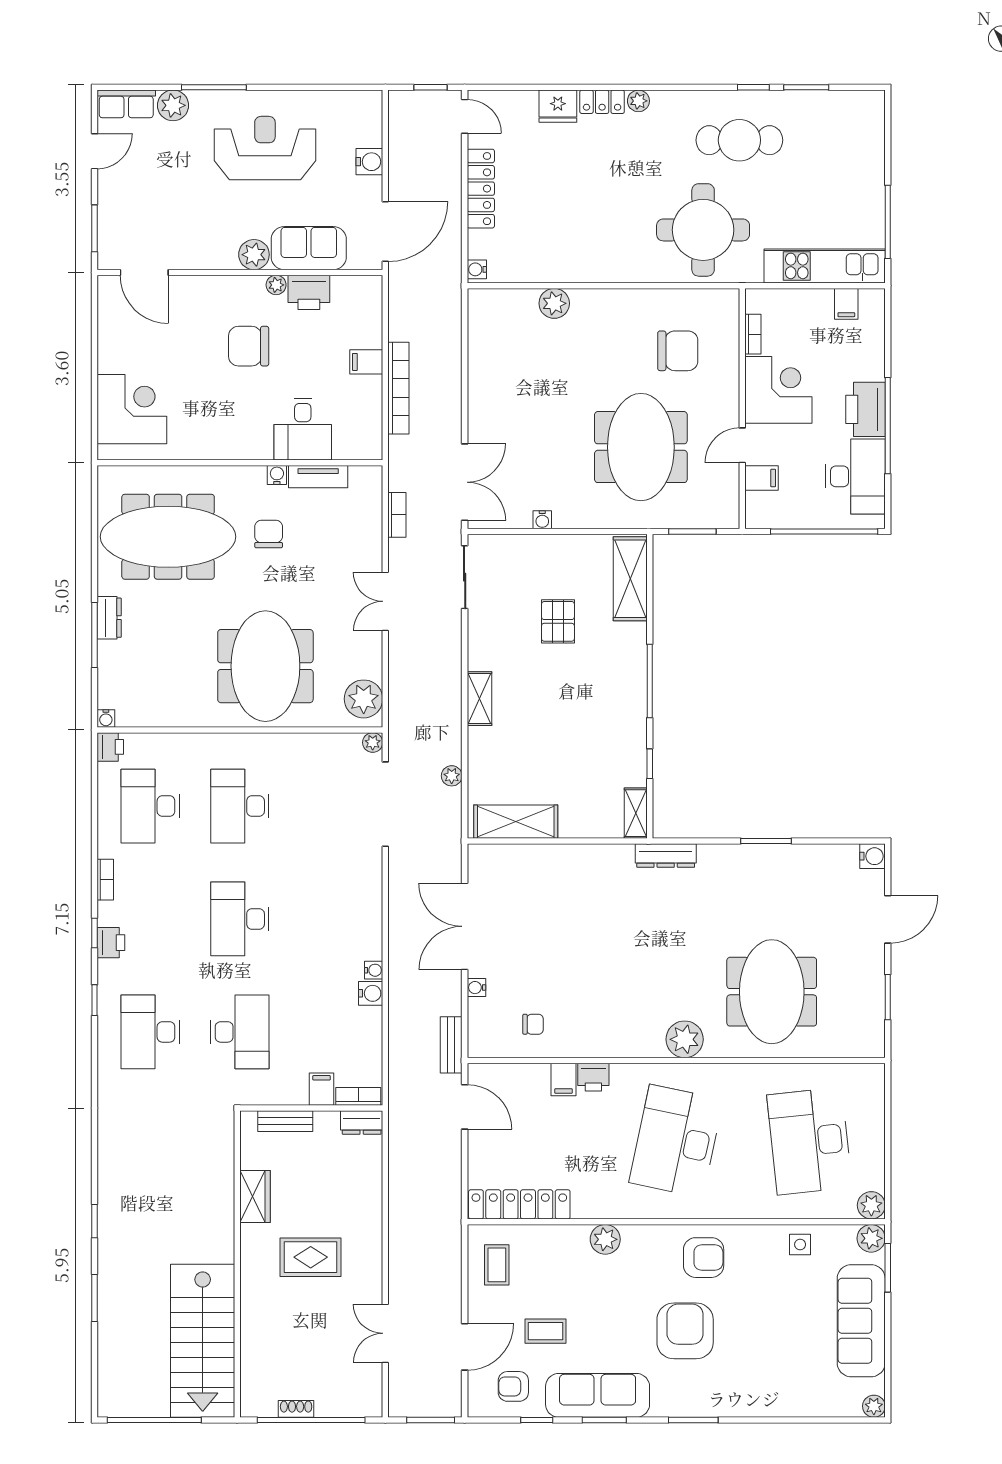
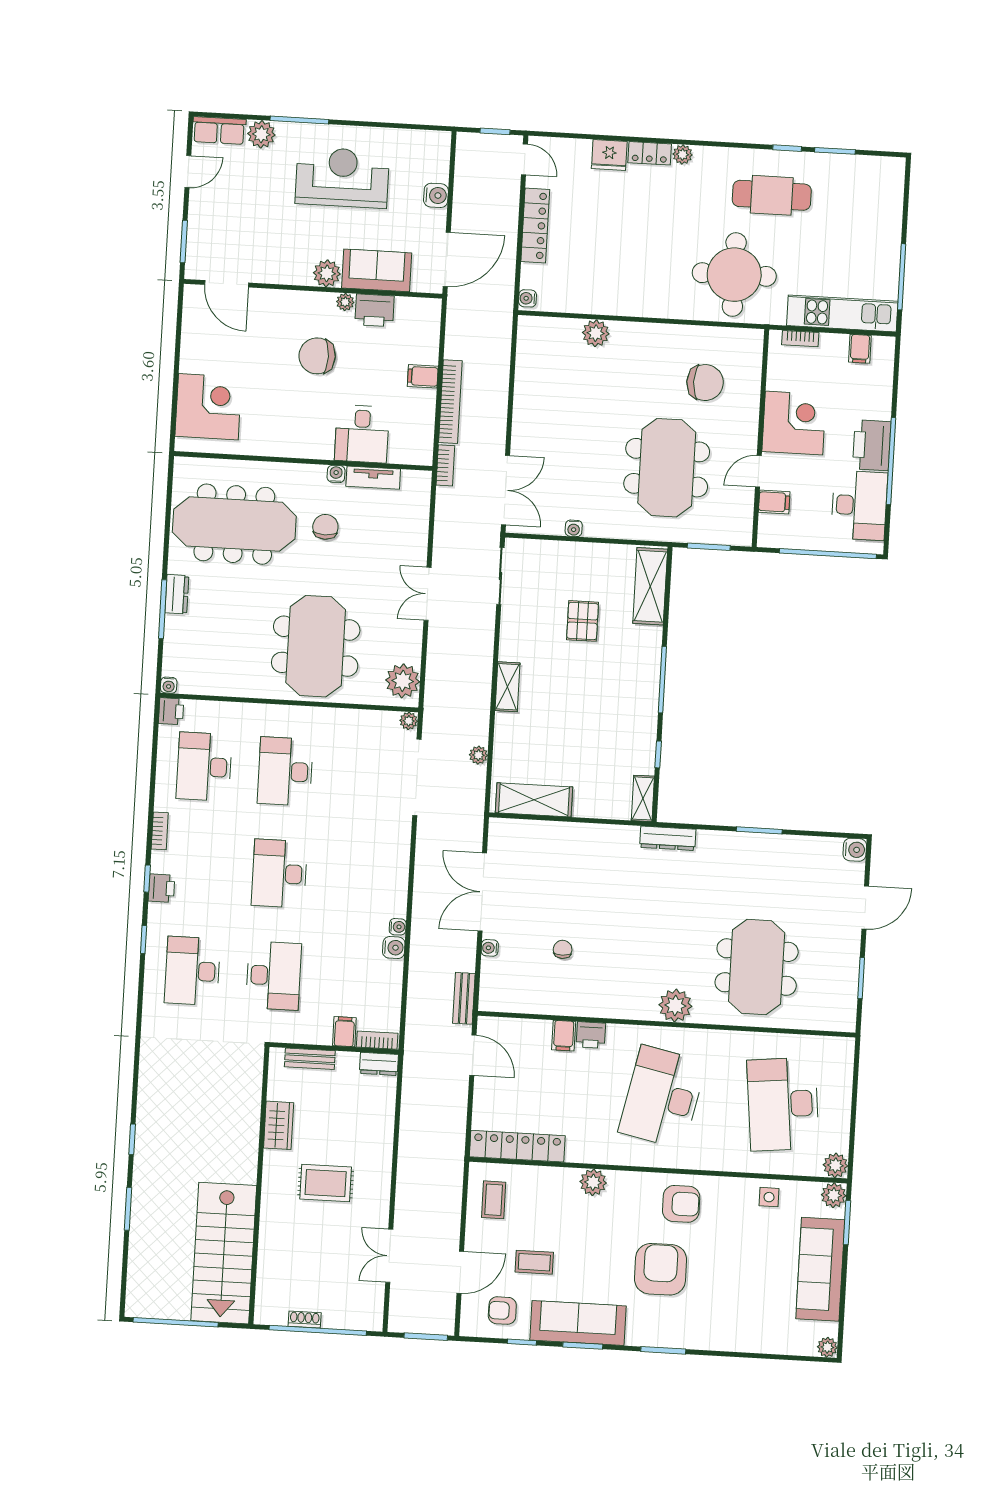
bookcase: (753, 334) -> (800, 339), moved, turned 90
bookcase: (397, 515) -> (445, 465), moved
chair: (533, 1024) -> (563, 949), moved, turned -90

